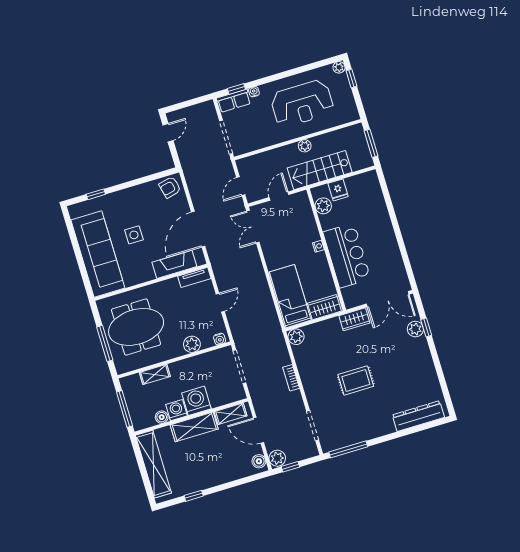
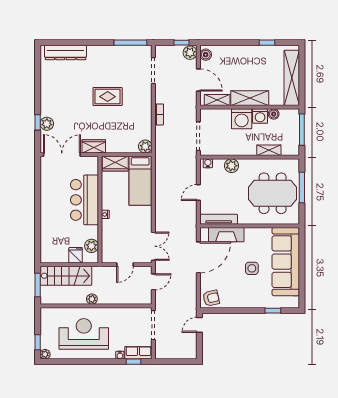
door: (168, 133) -> (199, 325), moved
stairs: (320, 170) -> (66, 276), moved
tv unit: (194, 277) -> (219, 219), width x1.41

